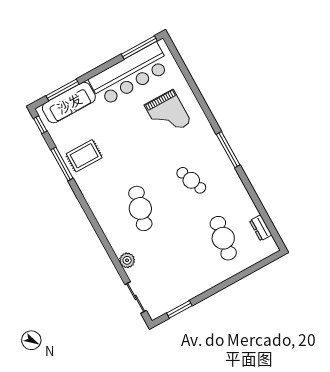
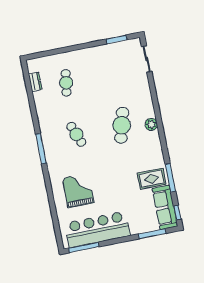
sofa: (69, 103) -> (165, 207), moved, turned -90
cafe table: (223, 238) -> (66, 83), width x0.73, depth x0.74
plant: (127, 260) -> (151, 124), moved

